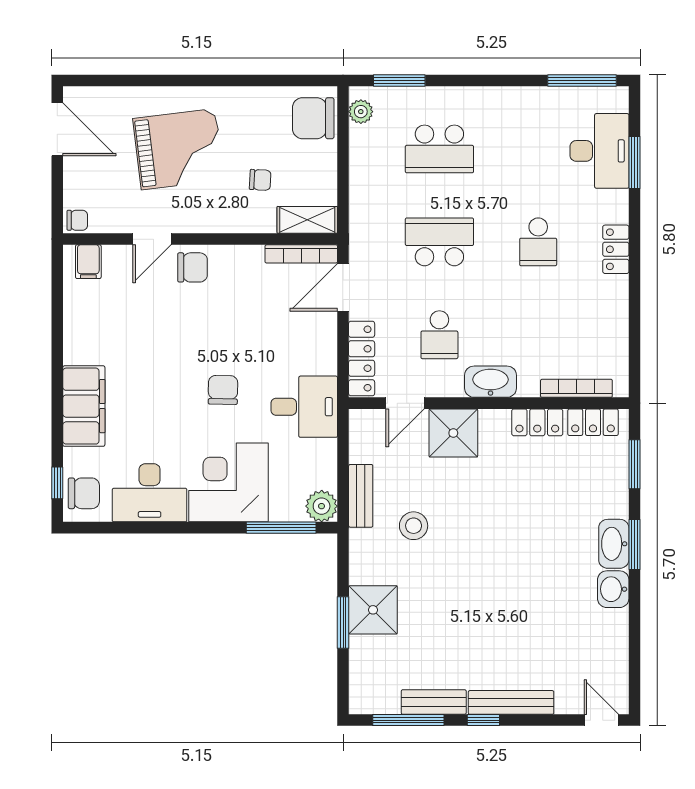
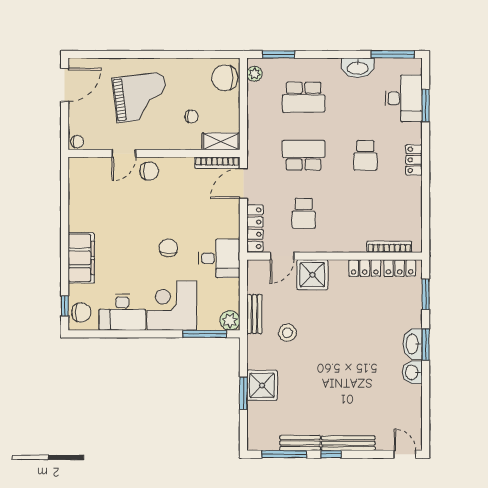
door: (57, 129) -> (65, 85), hinge flipped
filing cabinet: (88, 262) -> (84, 168), removed
washbasin: (491, 382) -> (358, 68), moved, turned 180

